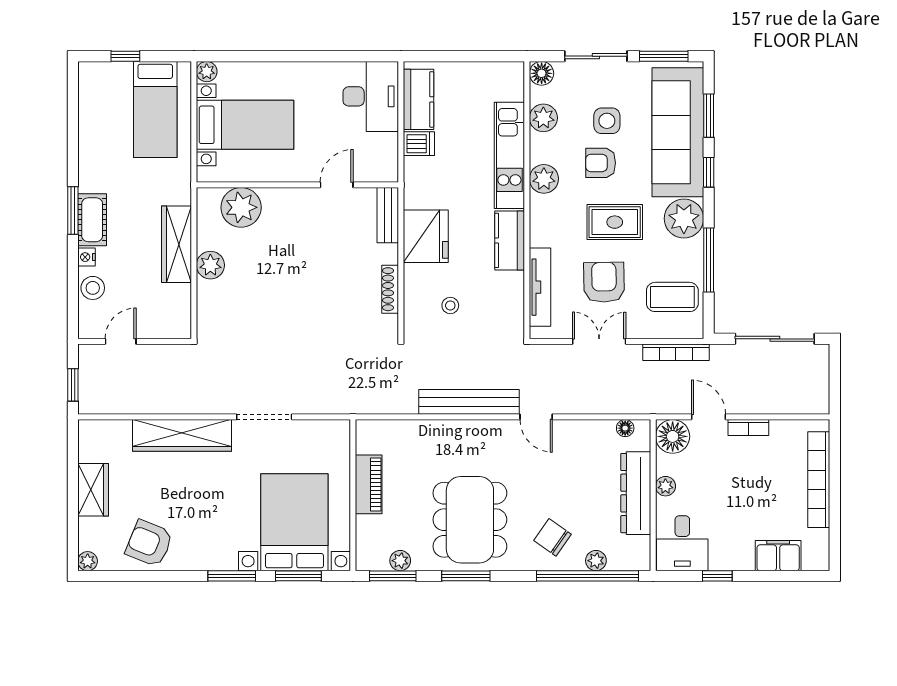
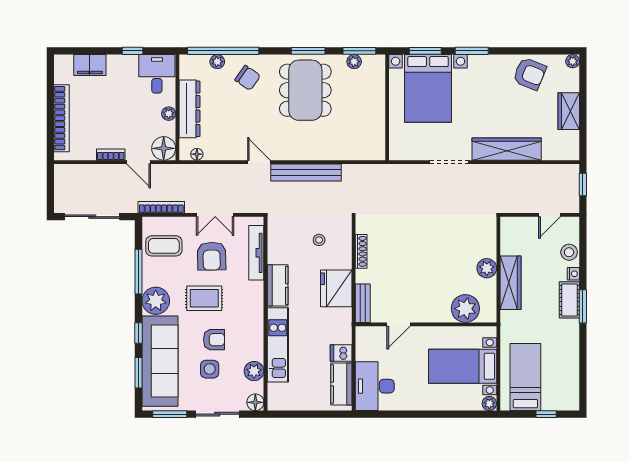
plant: (544, 179) -> (254, 328), removed
piano: (369, 484) -> (376, 115), removed

